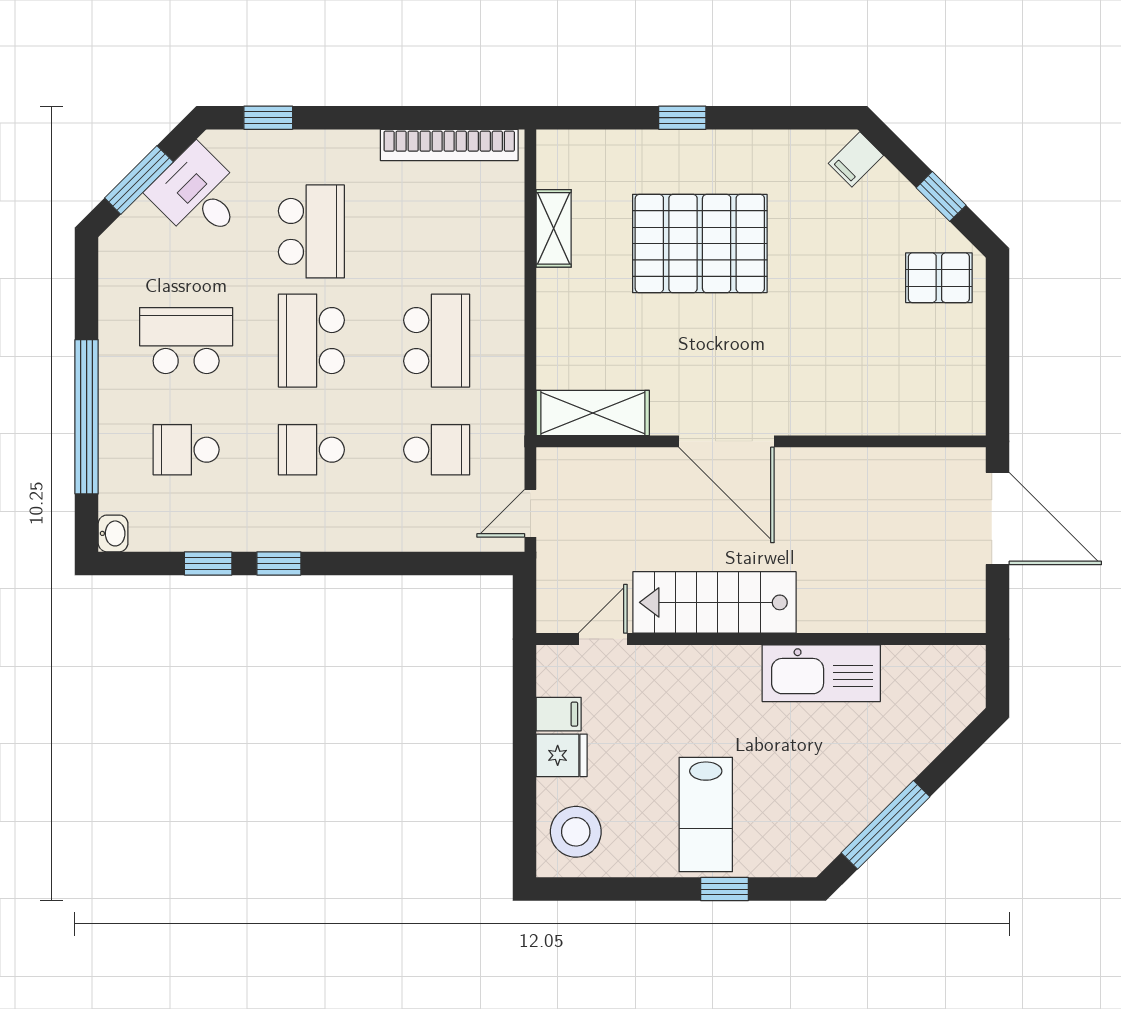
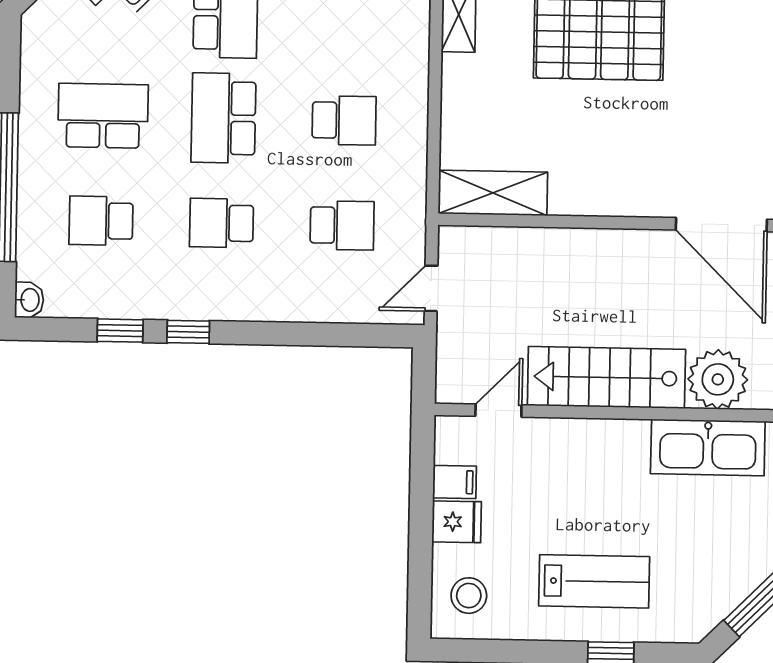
school desk: (437, 341) -> (344, 120), width x0.54
door: (726, 441) -> (721, 225), moved
plant: (830, 602) -> (718, 379), added
lab bench: (706, 815) -> (594, 581), turned -90
stool: (576, 832) -> (469, 596), width x0.73, depth x0.73

